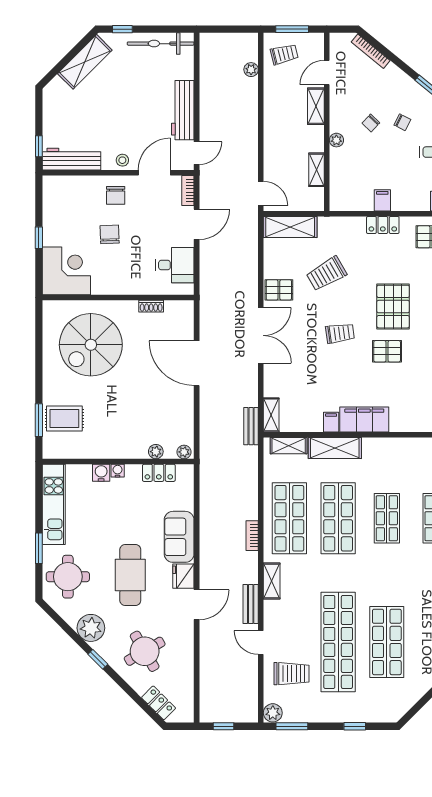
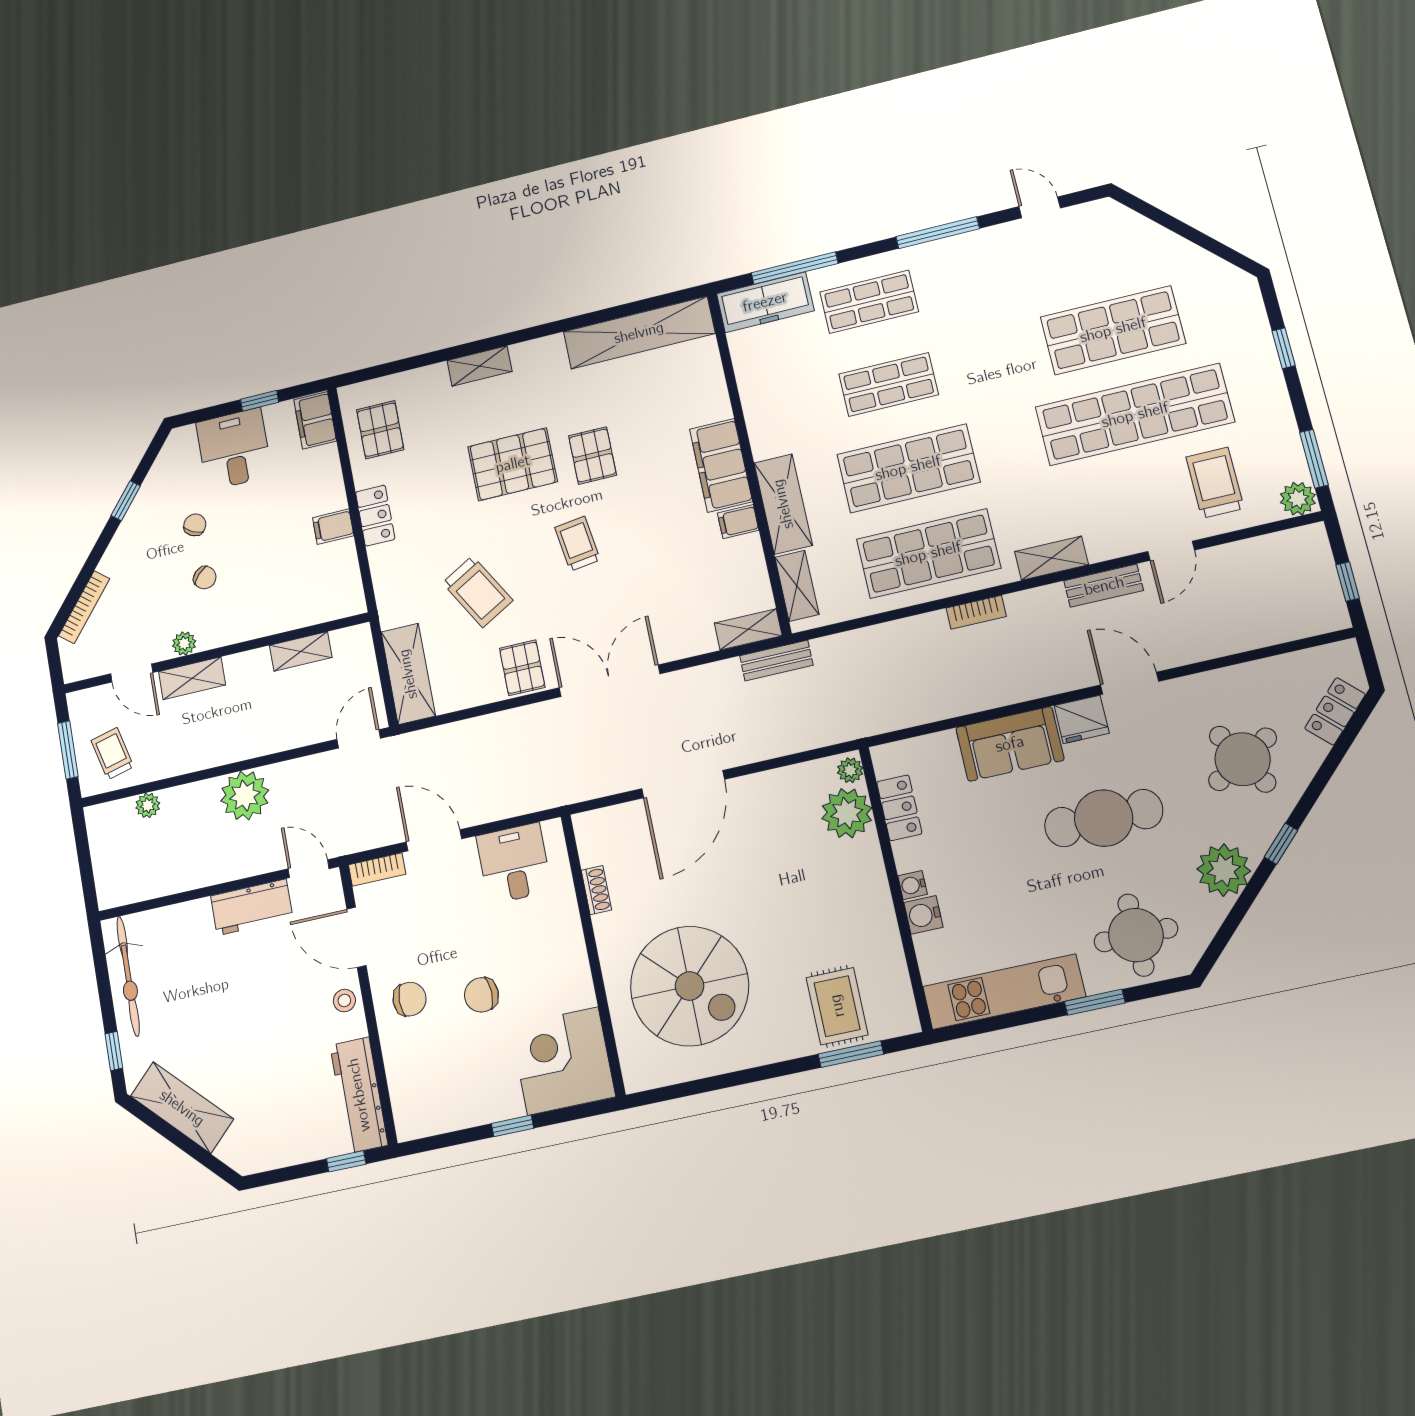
workbench: (183, 110) -> (252, 907), width x0.73
plant: (244, 125) -> (245, 796), added
plant: (336, 140) -> (184, 644), moved
plant: (156, 452) -> (847, 813), width x1.88, depth x1.88

